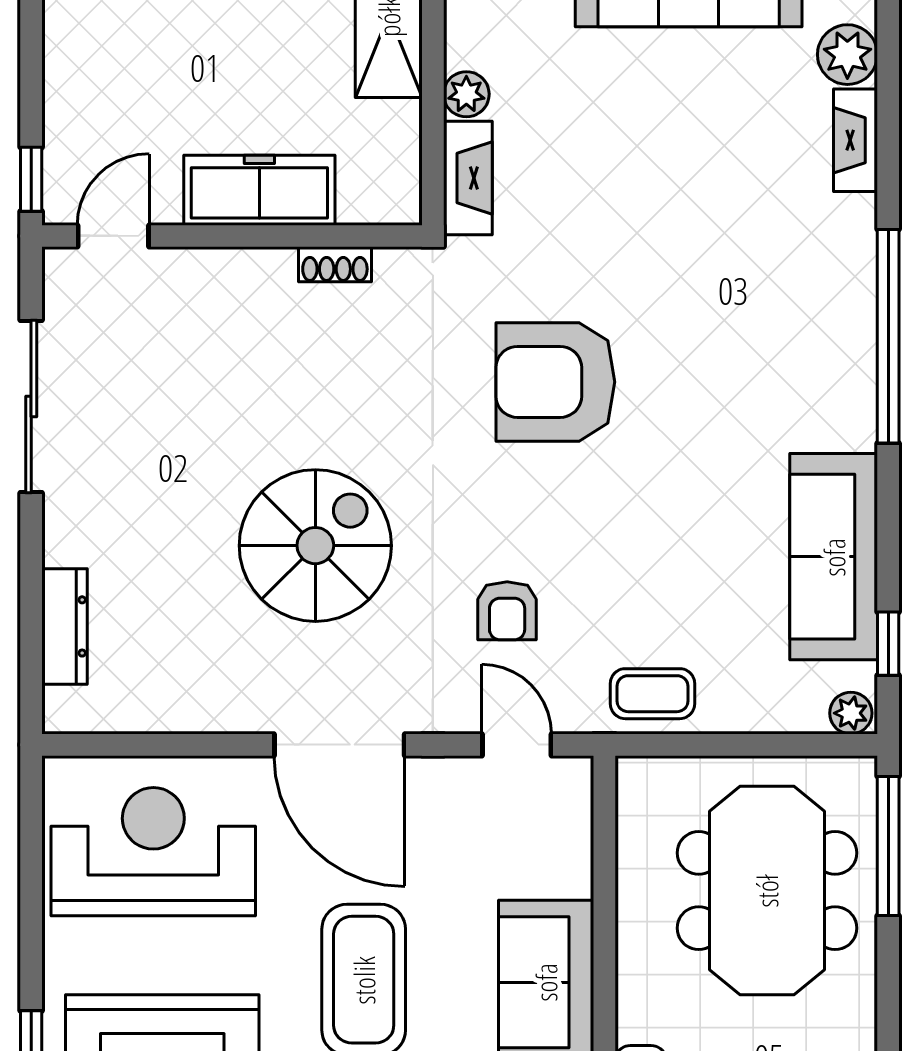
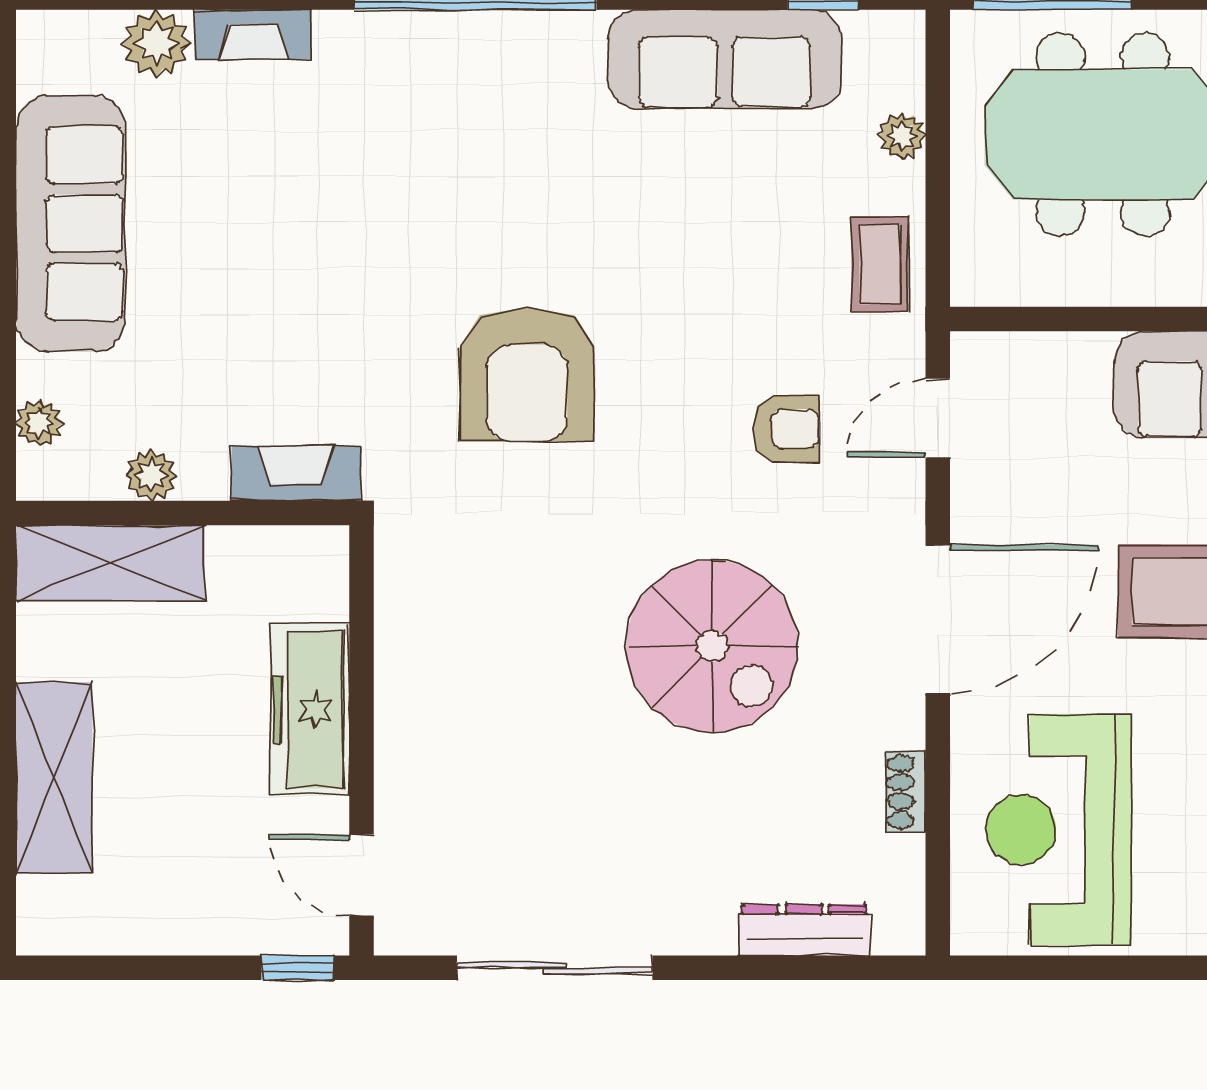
plant: (466, 94) -> (151, 475), moved
shoe rack: (335, 264) -> (906, 792), moved, turned 180
spiral stairs: (315, 546) -> (712, 646), turned 180
plant: (851, 713) -> (902, 136), moved

